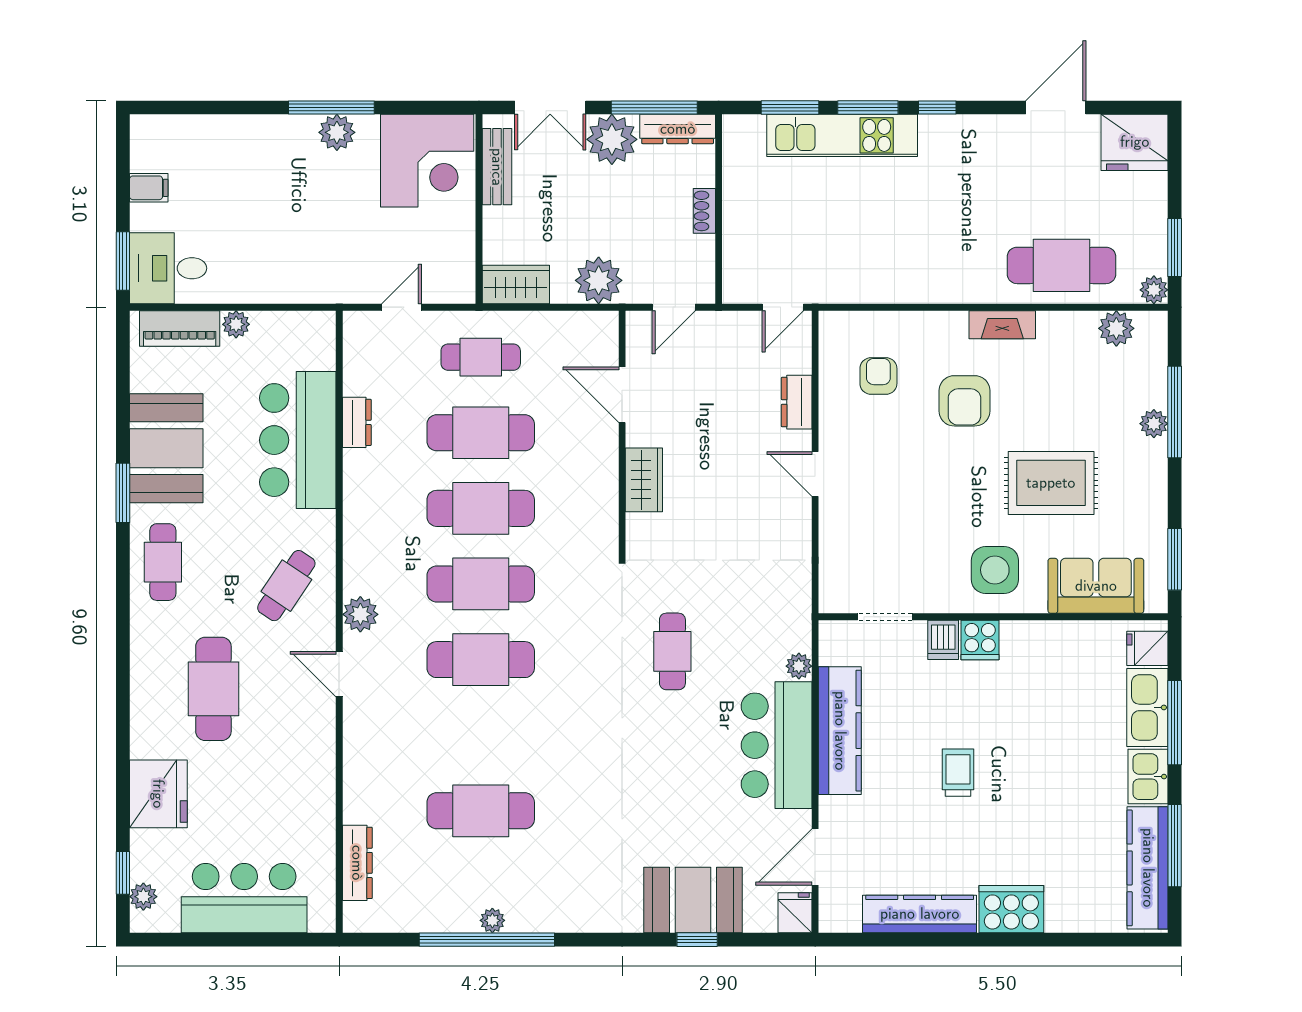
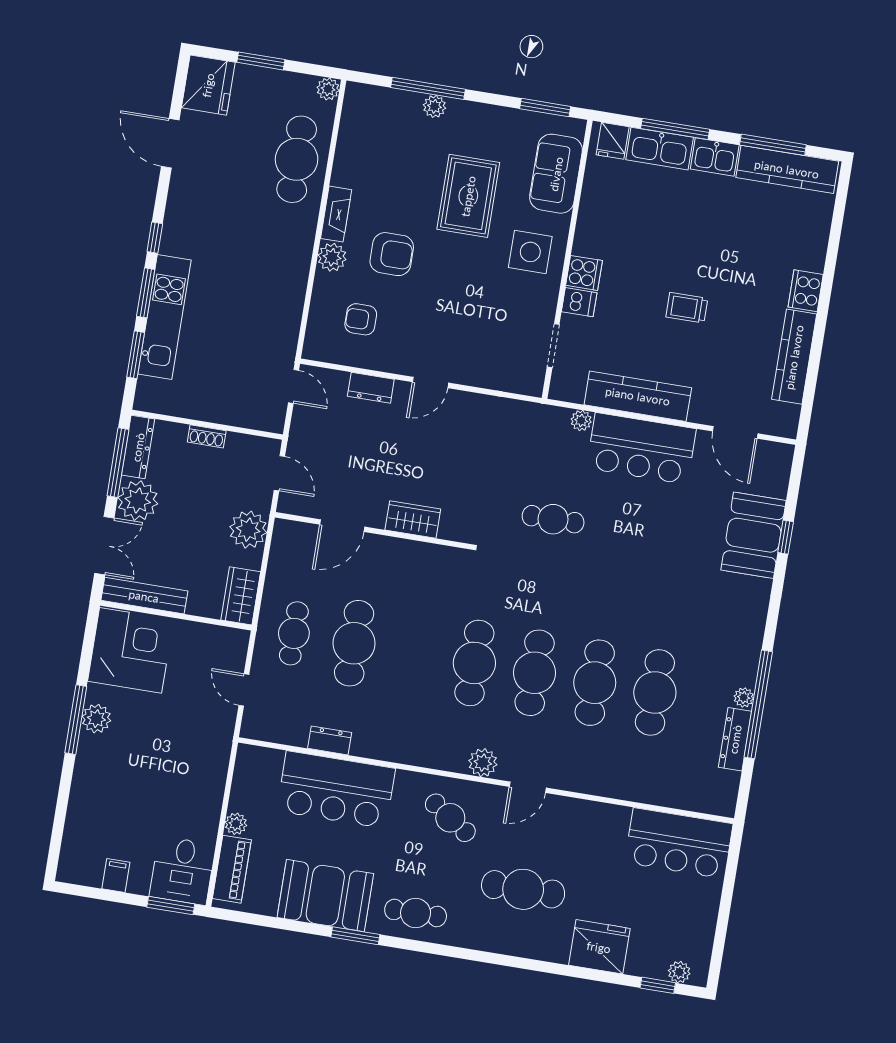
bench: (497, 167) -> (144, 596), width x1.36
window: (1175, 248) -> (261, 61), moved
plant: (1116, 328) -> (332, 257), moved
cafe table: (481, 508) -> (595, 683), moved
dresser: (357, 863) -> (735, 739), moved, turned -90
bar counter: (244, 898) -> (679, 843), moved, turned -90
cooker: (1011, 909) -> (806, 291), width x0.73, depth x0.76
fridge: (795, 913) -> (777, 456), removed

